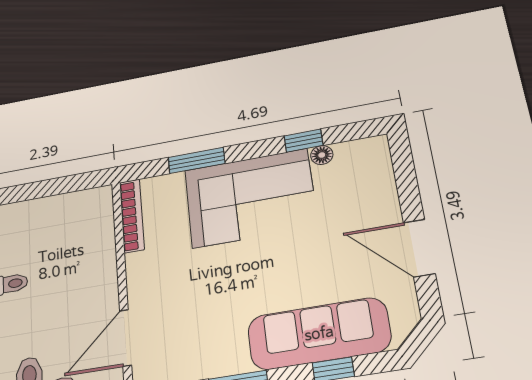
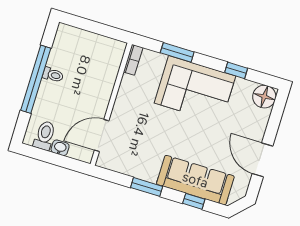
floor lamp: (322, 155) -> (264, 97), moved, width x1.89, depth x1.89
bookcase: (132, 216) -> (133, 60), width x0.64

